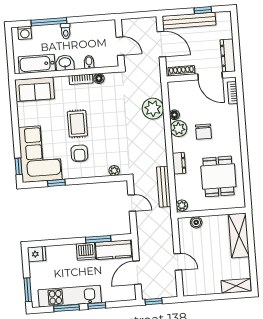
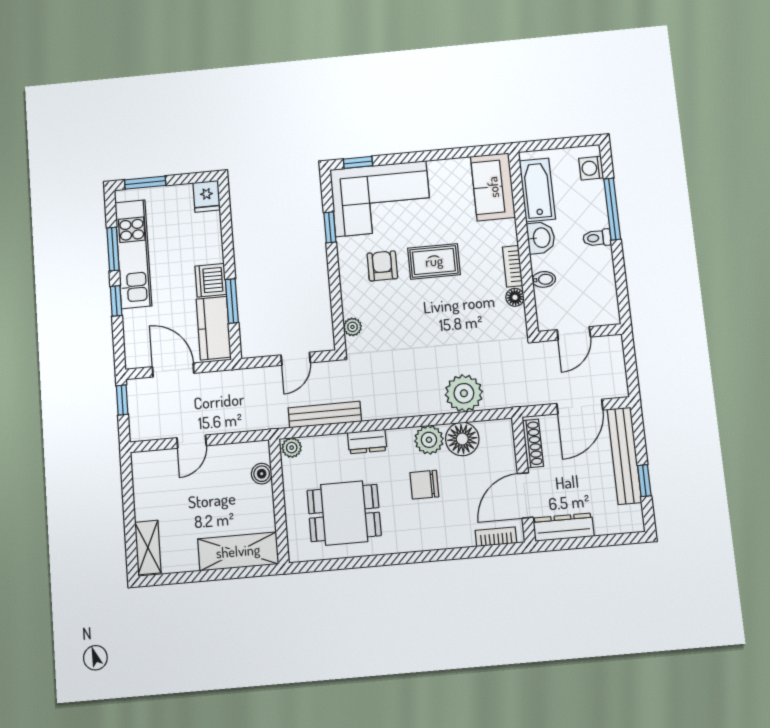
floor lamp: (174, 115) -> (462, 439), width x1.89, depth x1.89
armchair: (79, 153) -> (382, 266), turned 90

